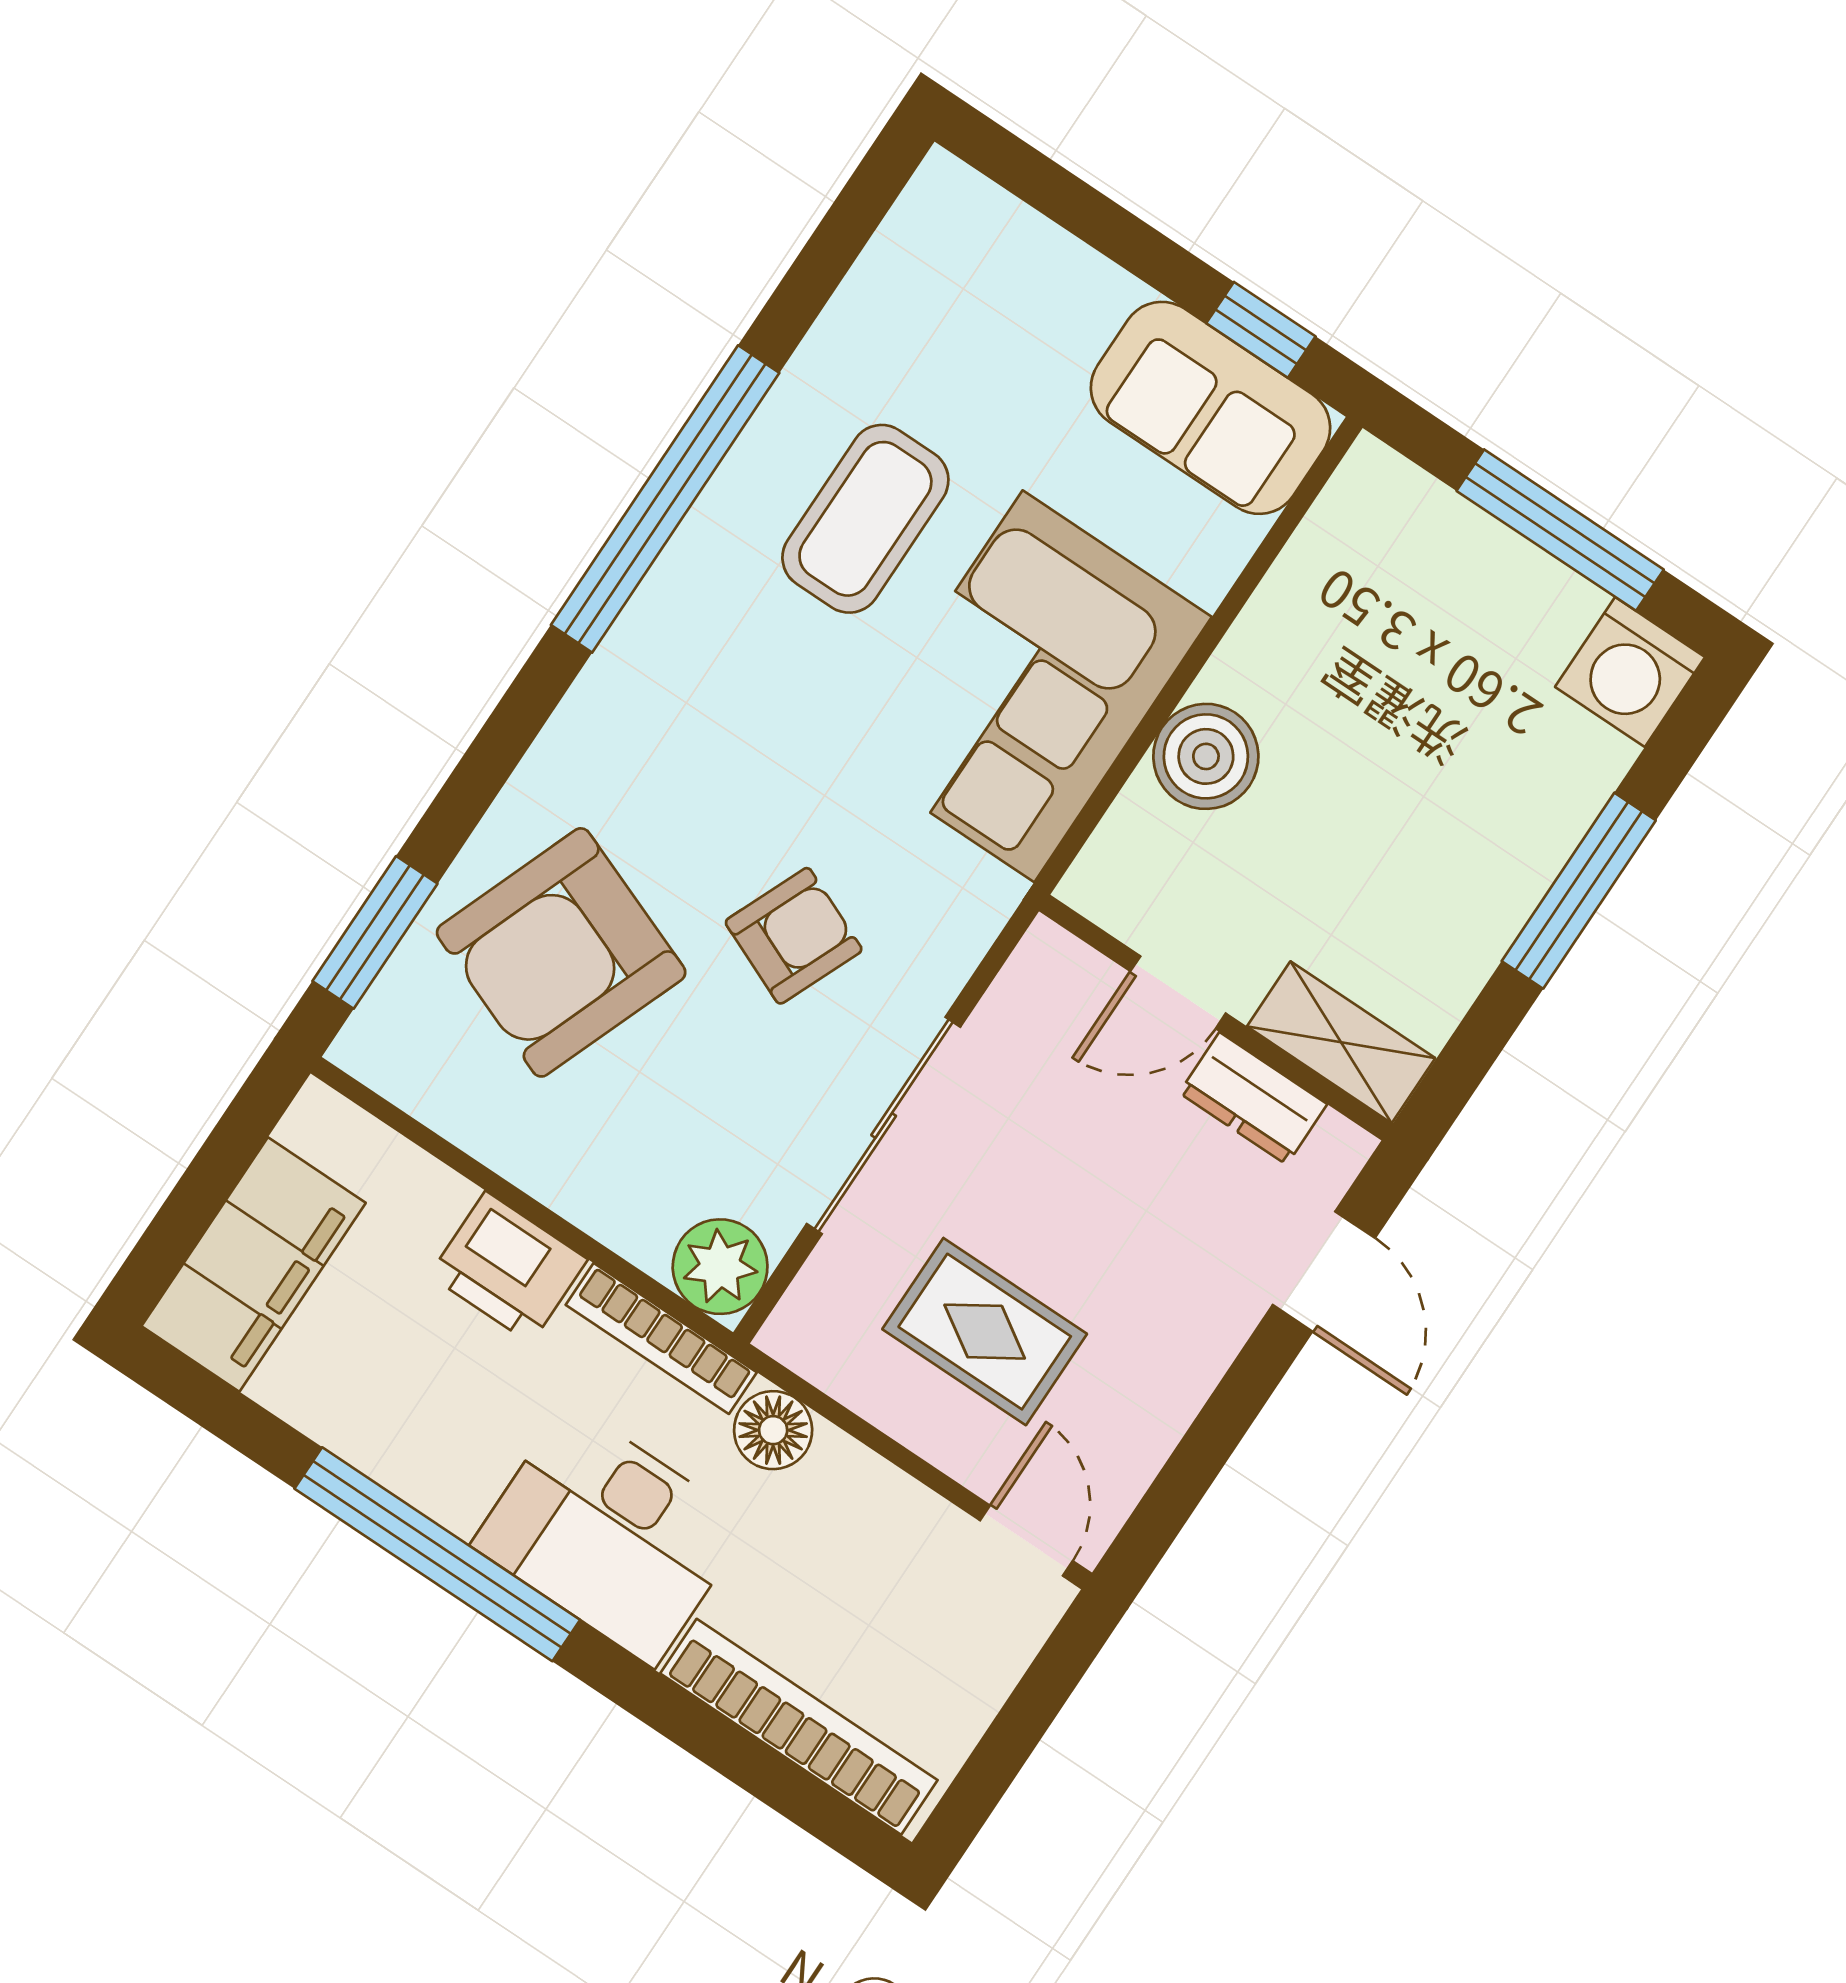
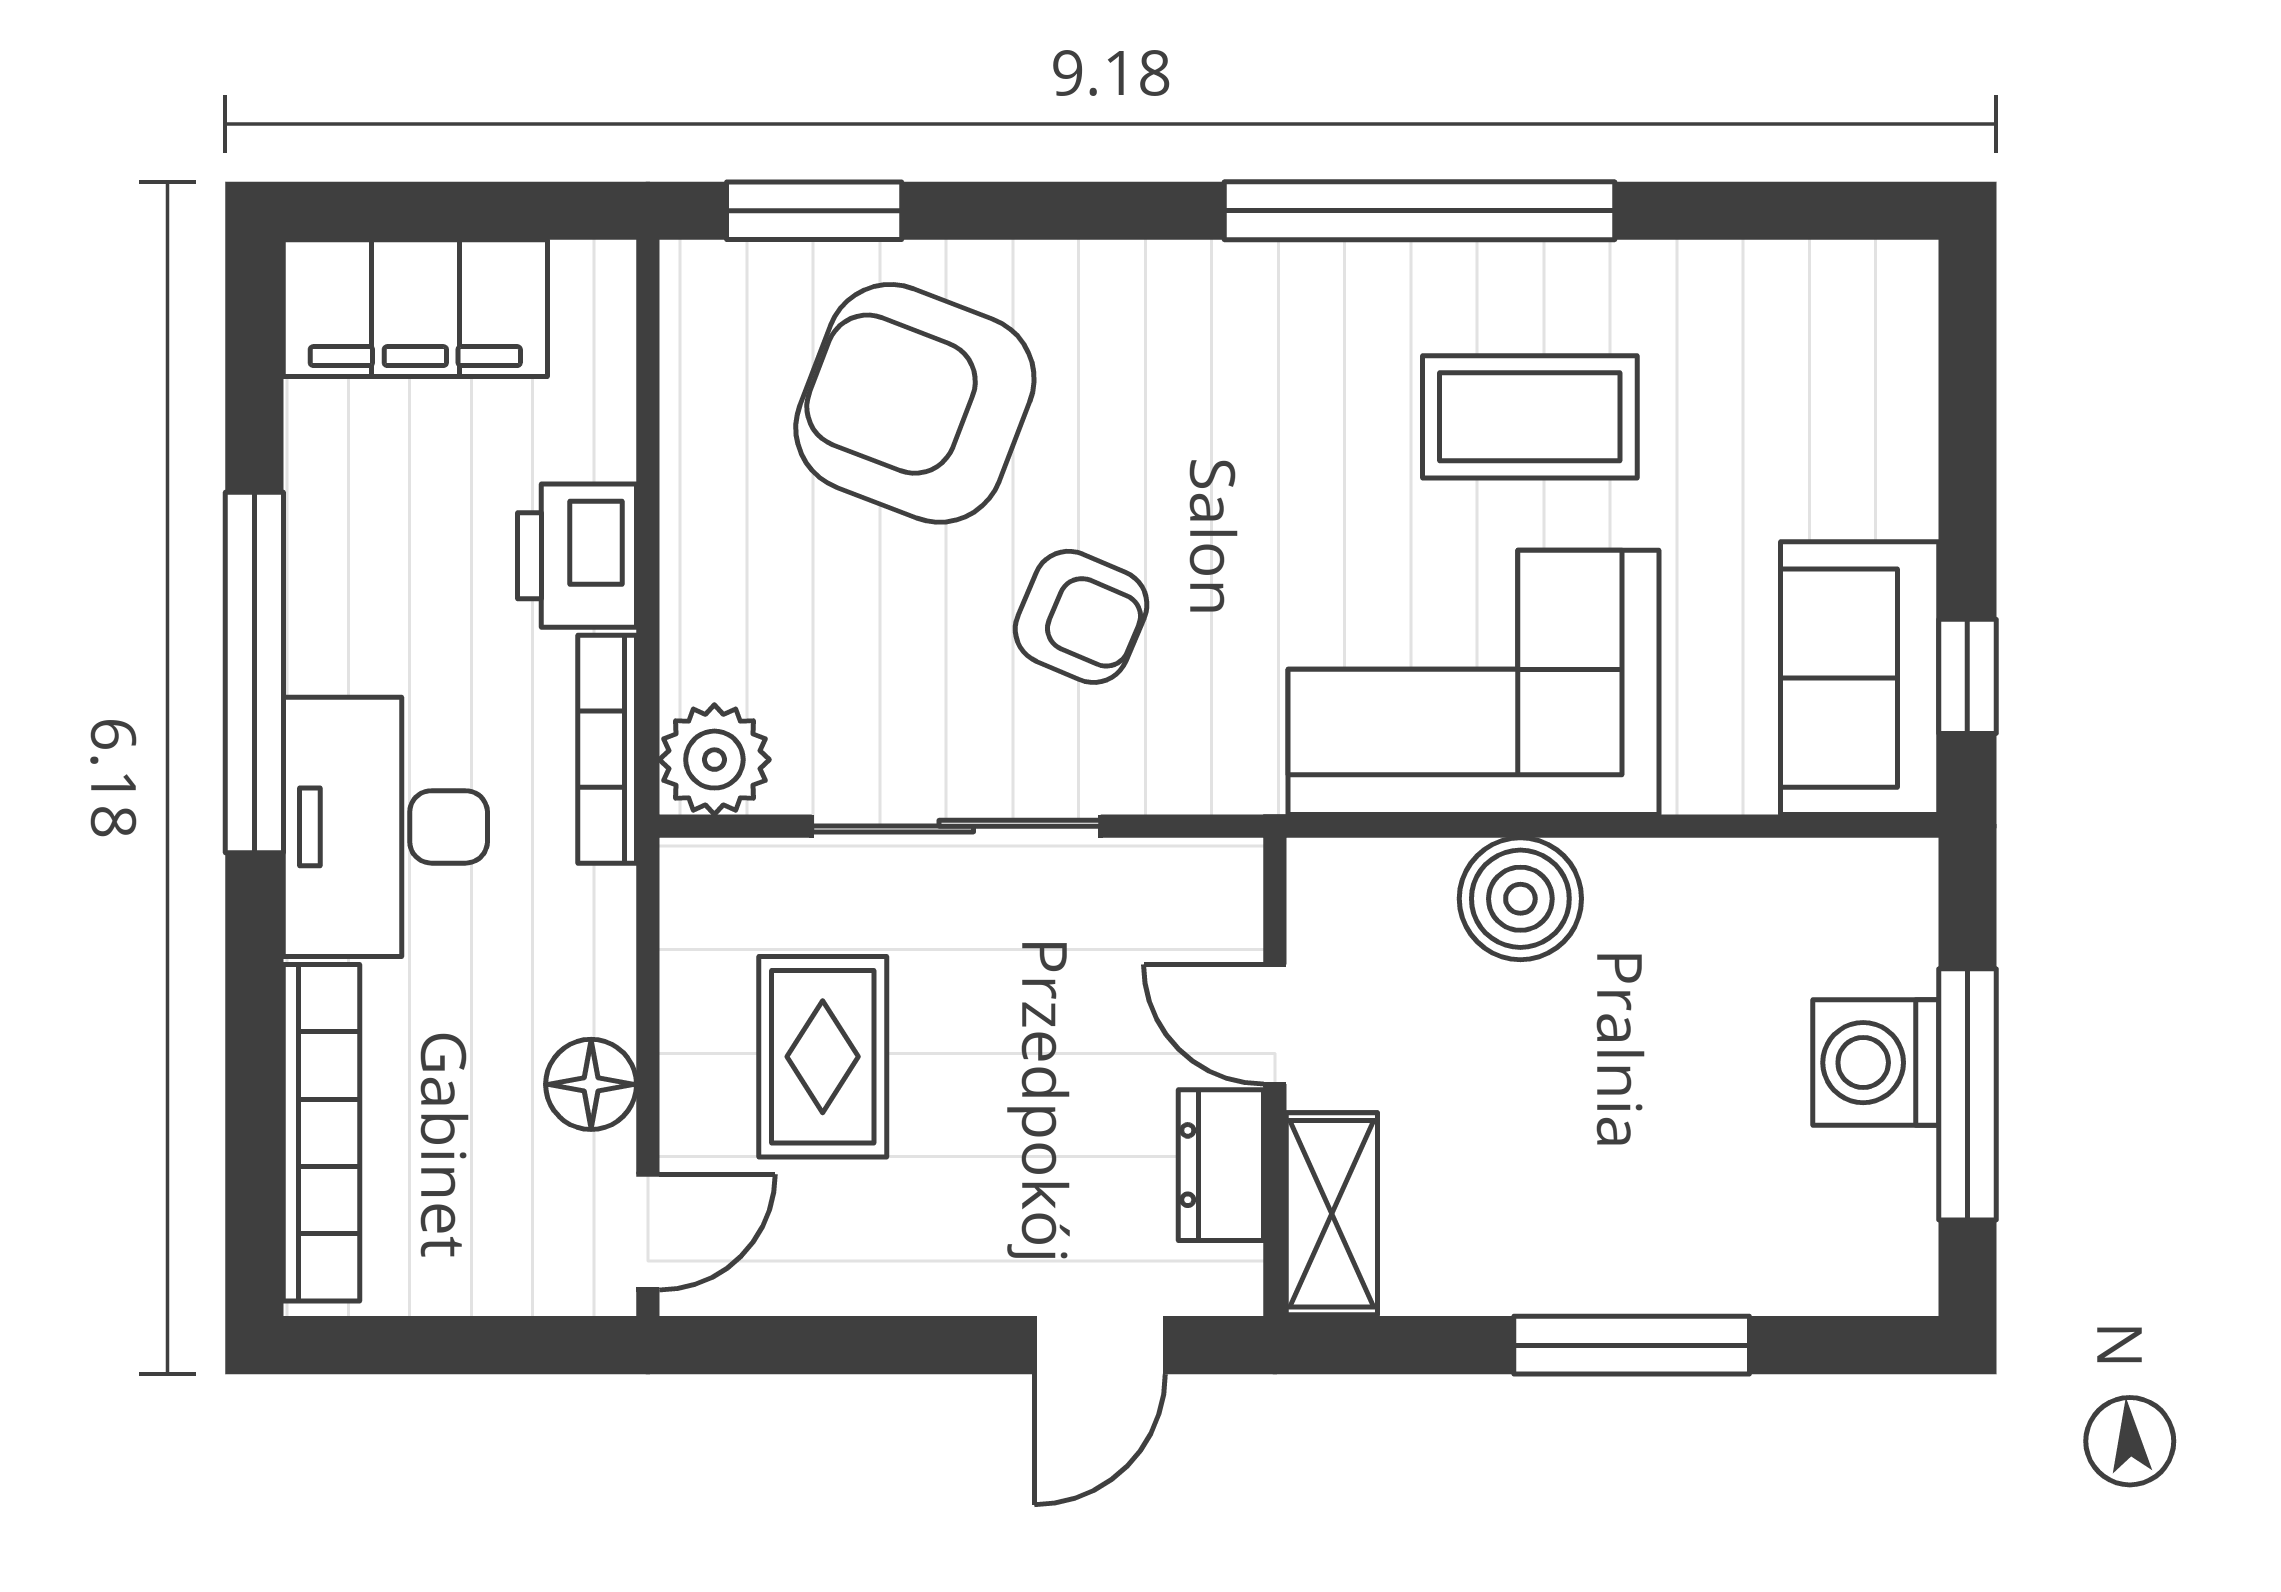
washing machine: (1630, 672) -> (1876, 1063), moved
floor lamp: (773, 1430) -> (591, 1084), moved

